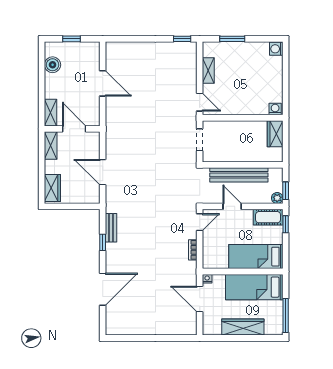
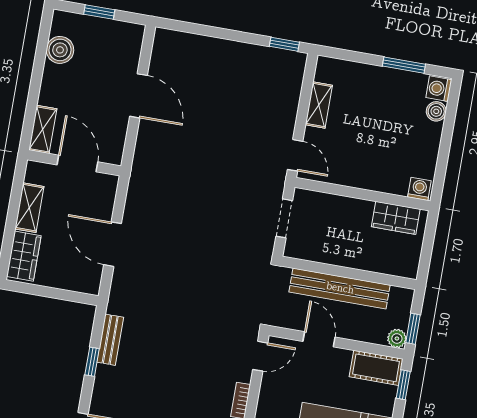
window: (232, 39) -> (404, 65), moved
boiler: (277, 62) -> (436, 111), added
wardrobe: (275, 134) -> (396, 218), moved, turned -90
shelving: (51, 145) -> (29, 208), moved

